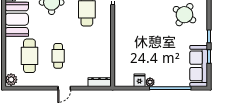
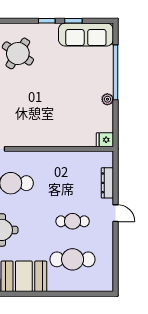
plant: (11, 80) -> (104, 284), removed
fridge: (139, 80) -> (105, 140), moved
dresser: (100, 82) -> (107, 183), moved

